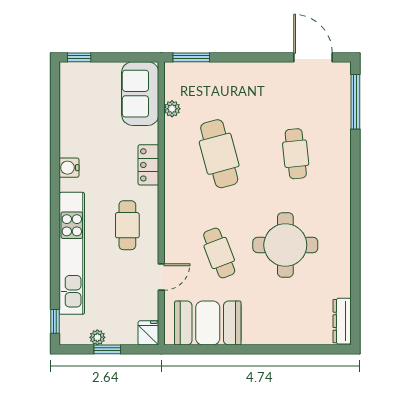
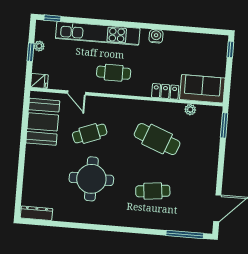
cafe table: (219, 154) -> (157, 139), turned 36
locker: (148, 165) -> (165, 91), moved

